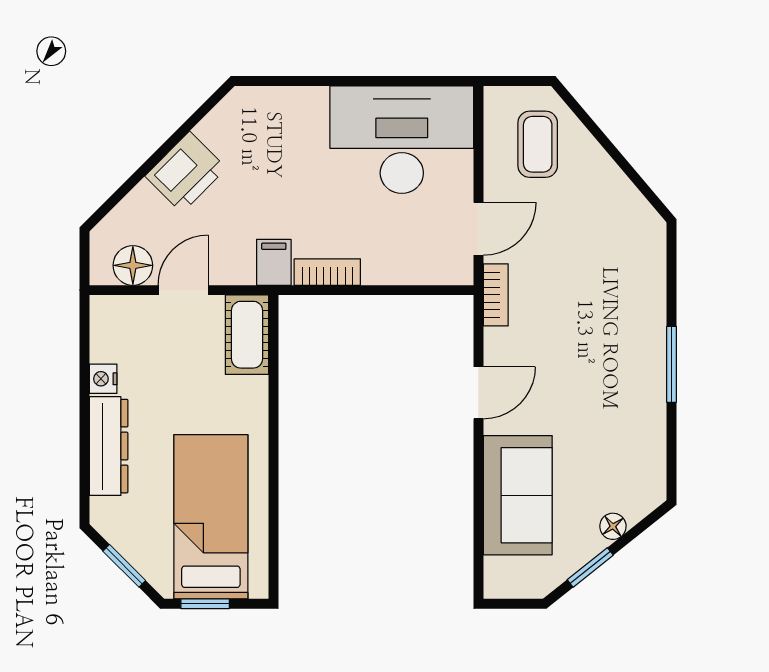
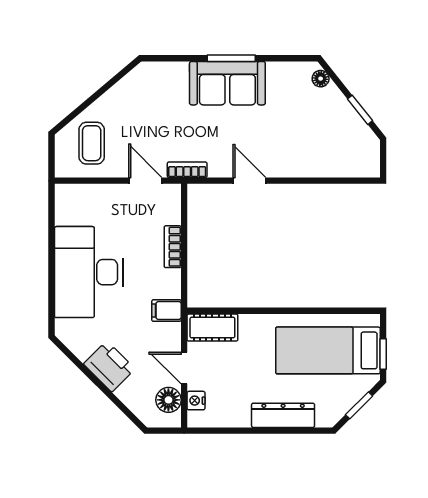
desk: (402, 140) -> (89, 272), moved
coffee table: (538, 144) -> (92, 143), turned 90
bookcase: (327, 272) -> (173, 247), moved
nightstand: (103, 379) -> (196, 401), moved, turned 90
sofa: (518, 495) -> (227, 83), moved, turned 180
floor lamp: (613, 526) -> (321, 79), moved

